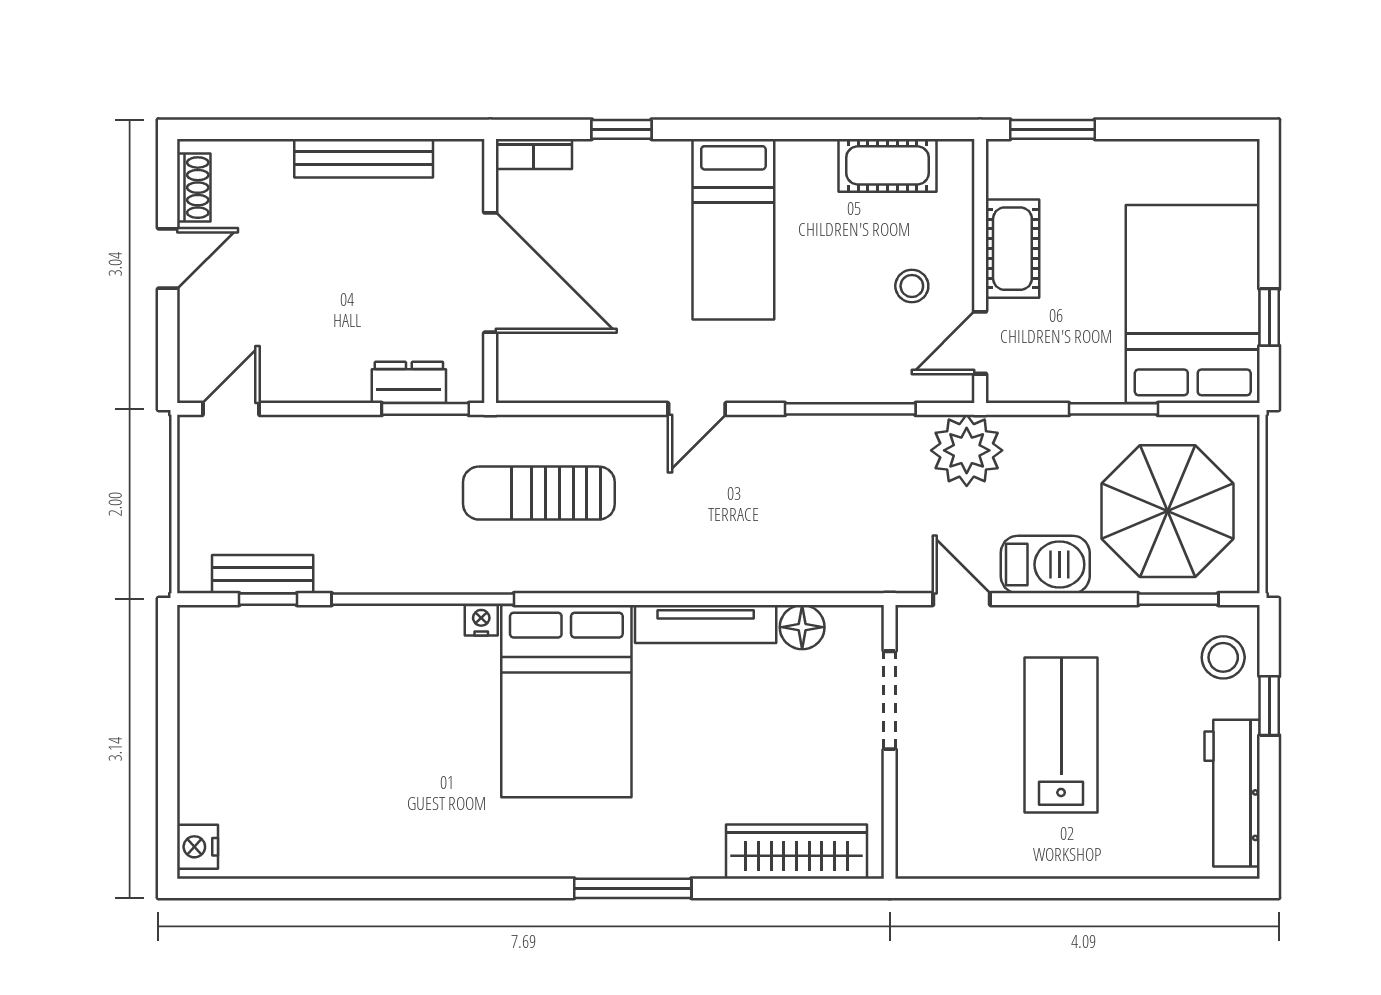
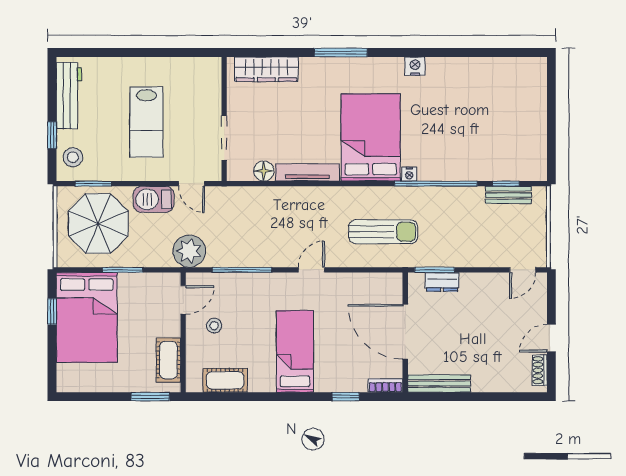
bench: (364, 158) -> (439, 384), moved
cot: (1012, 249) -> (168, 360), moved
nightstand: (198, 847) -> (415, 66), moved, turned -90

